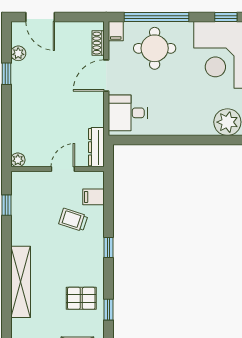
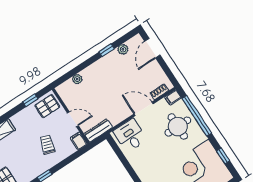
plant: (18, 160) -> (77, 79), moved
pallet: (27, 189) -> (47, 106), added
filing cabinet: (93, 197) -> (79, 141), moved

